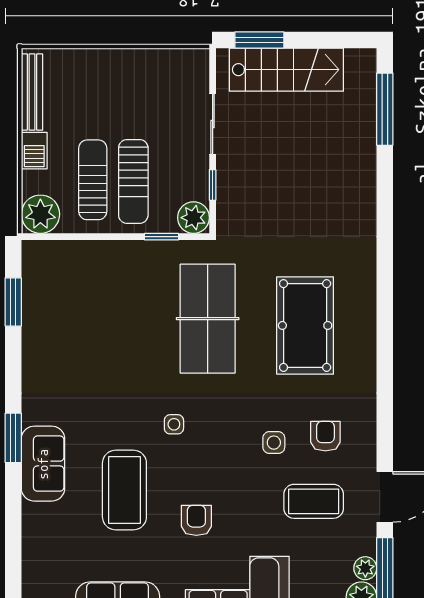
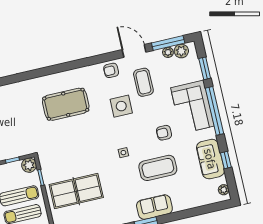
table tennis table: (208, 319) -> (76, 191), moved
armchair: (325, 436) -> (111, 70), moved
side table: (274, 443) -> (121, 106), width x1.87, depth x1.87

